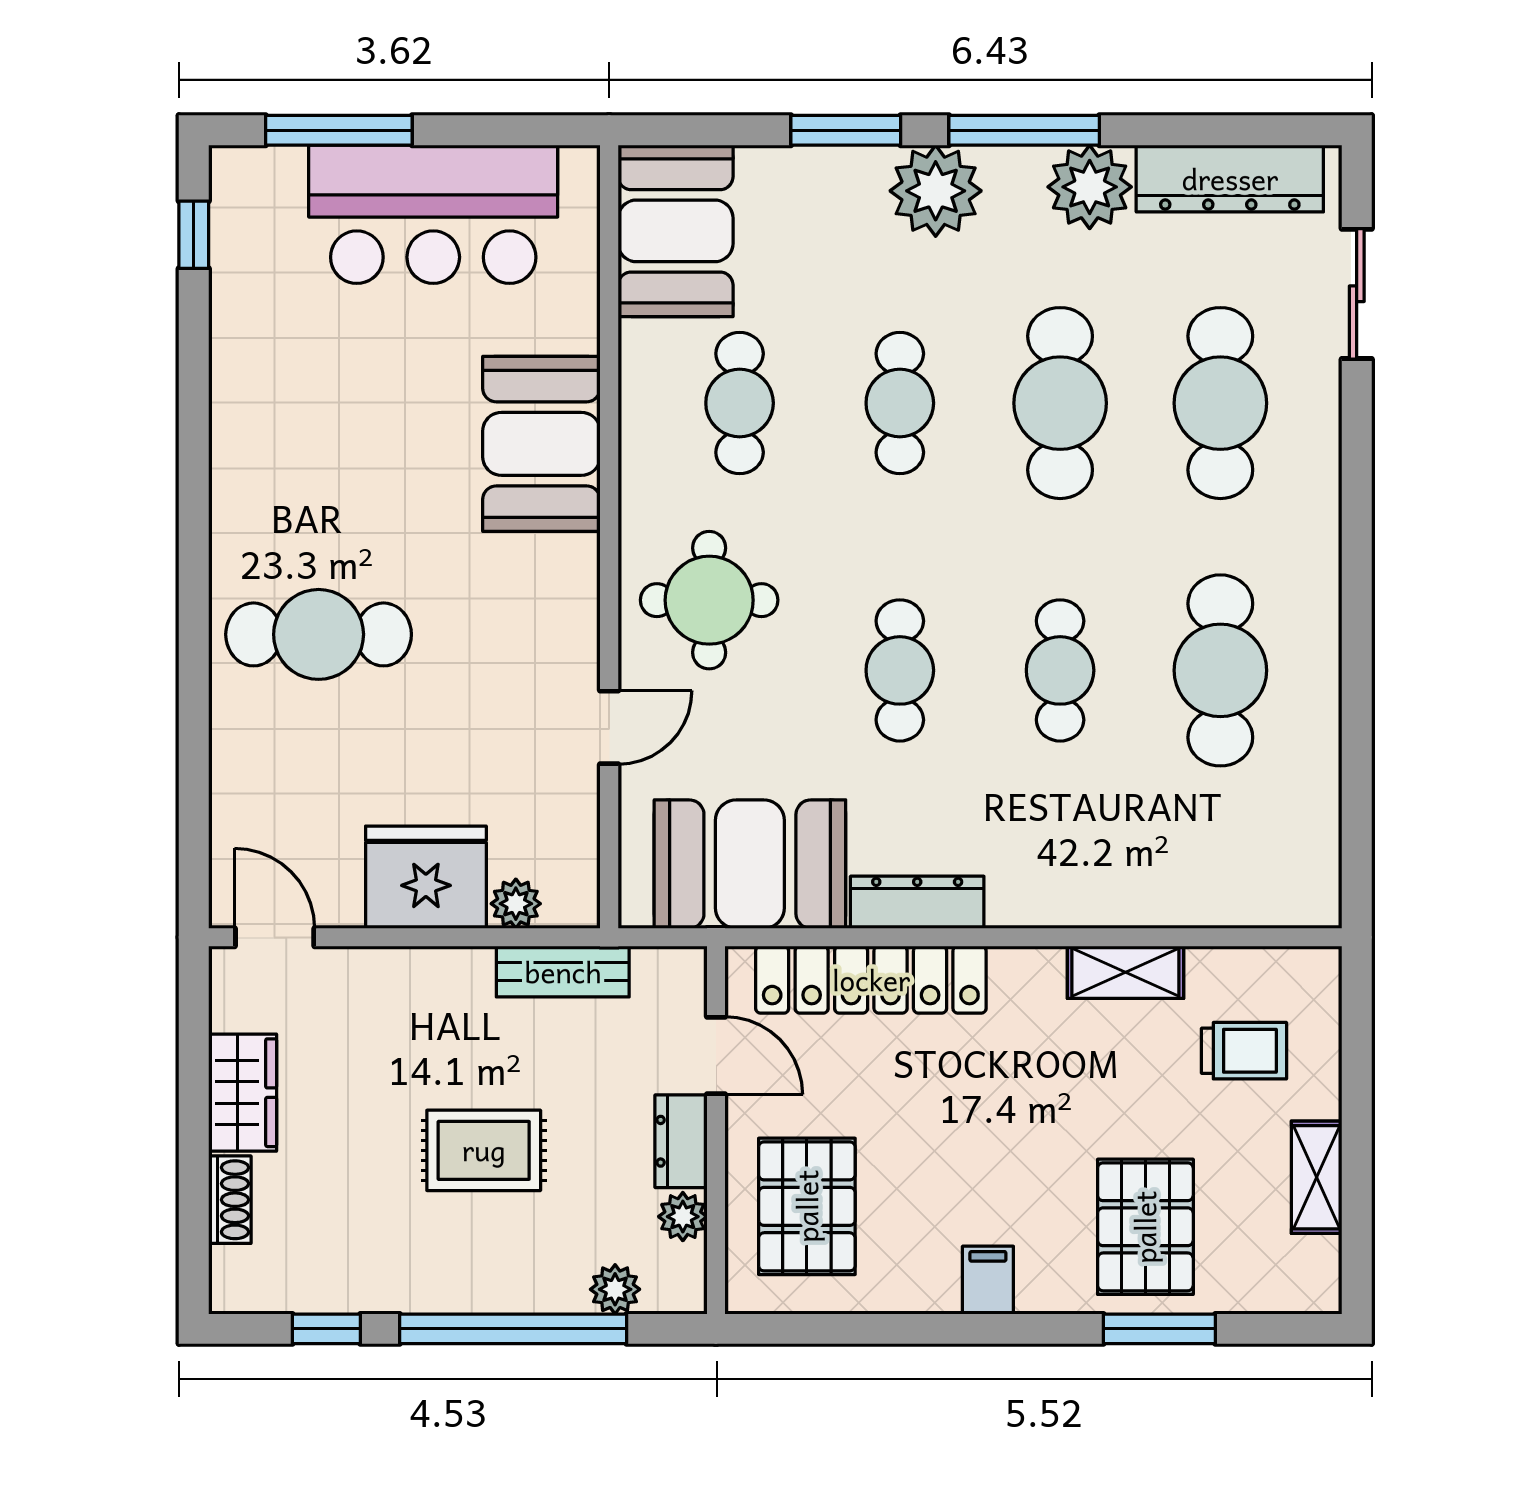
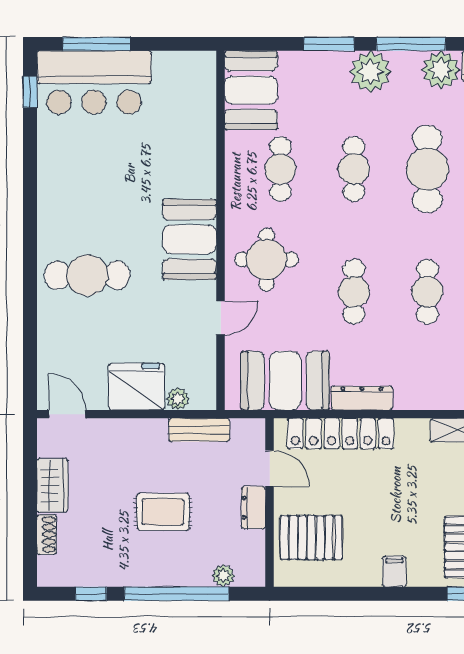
bar counter: (433, 214) -> (94, 82), moved
booth: (541, 444) -> (189, 239), moved
pallet: (807, 1206) -> (311, 538), turned 90
plant: (683, 1217) -> (254, 542), removed

